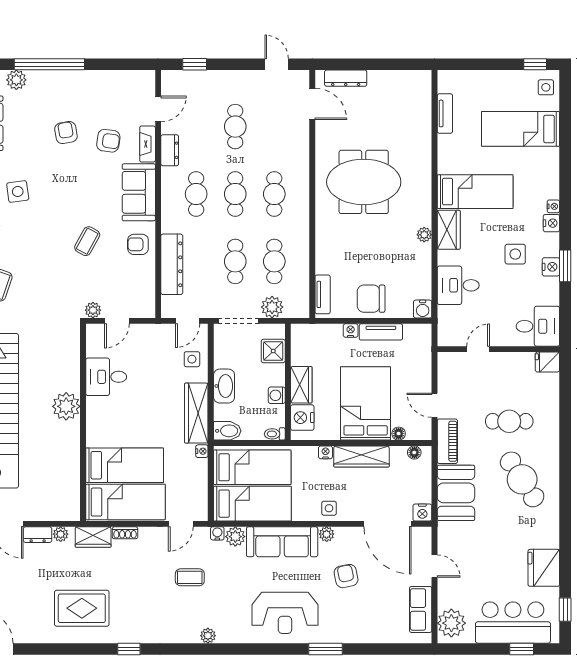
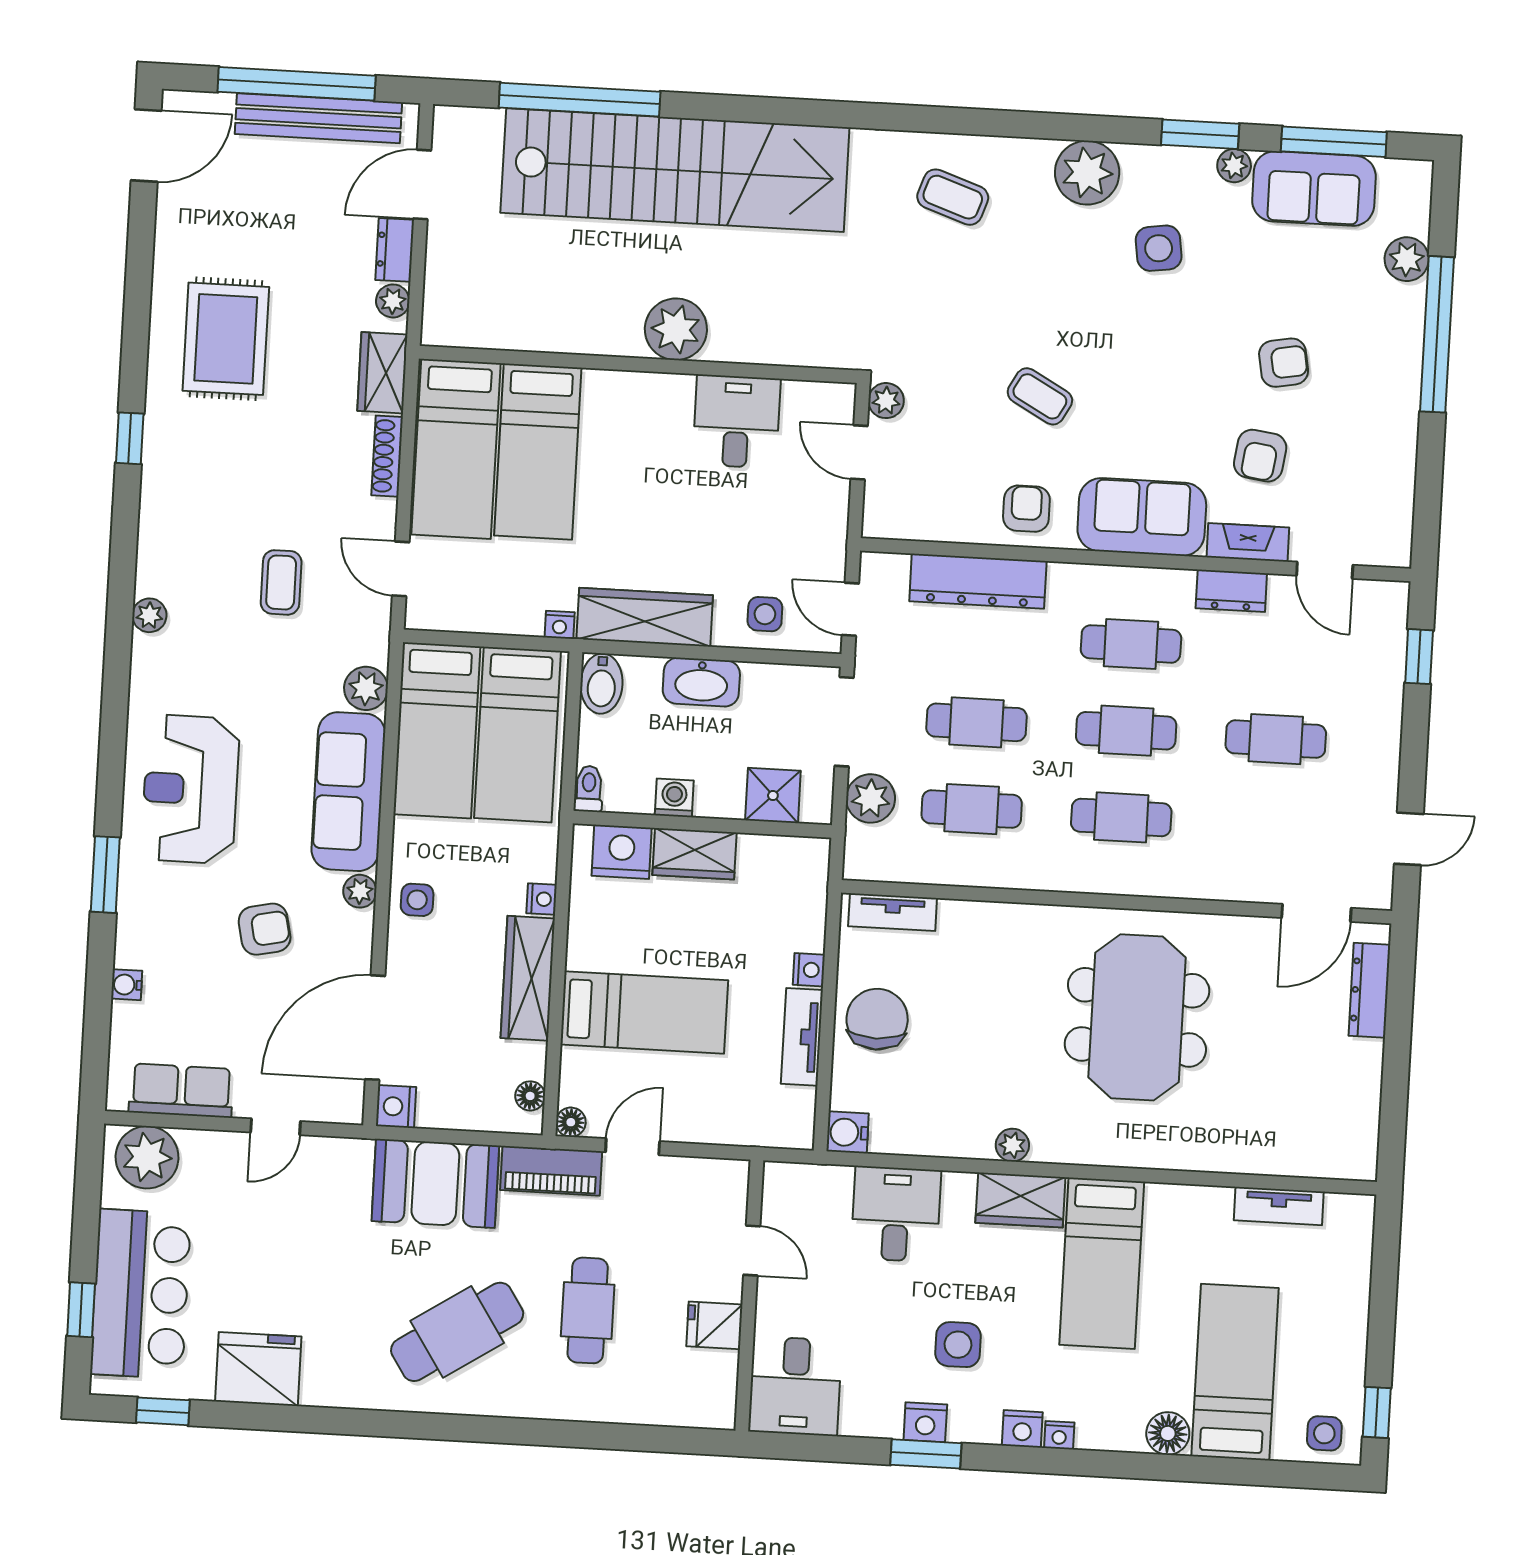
floor lamp: (550, 158) -> (1168, 1433), added
fridge: (547, 362) -> (714, 1325), moved, turned -90
bed: (366, 403) -> (644, 1012), width x0.67
floor lamp: (399, 434) -> (571, 1122), moved
shoe rack: (125, 533) -> (387, 456), width x1.43
water cooler: (217, 533) -> (127, 985), moved, turned 180

